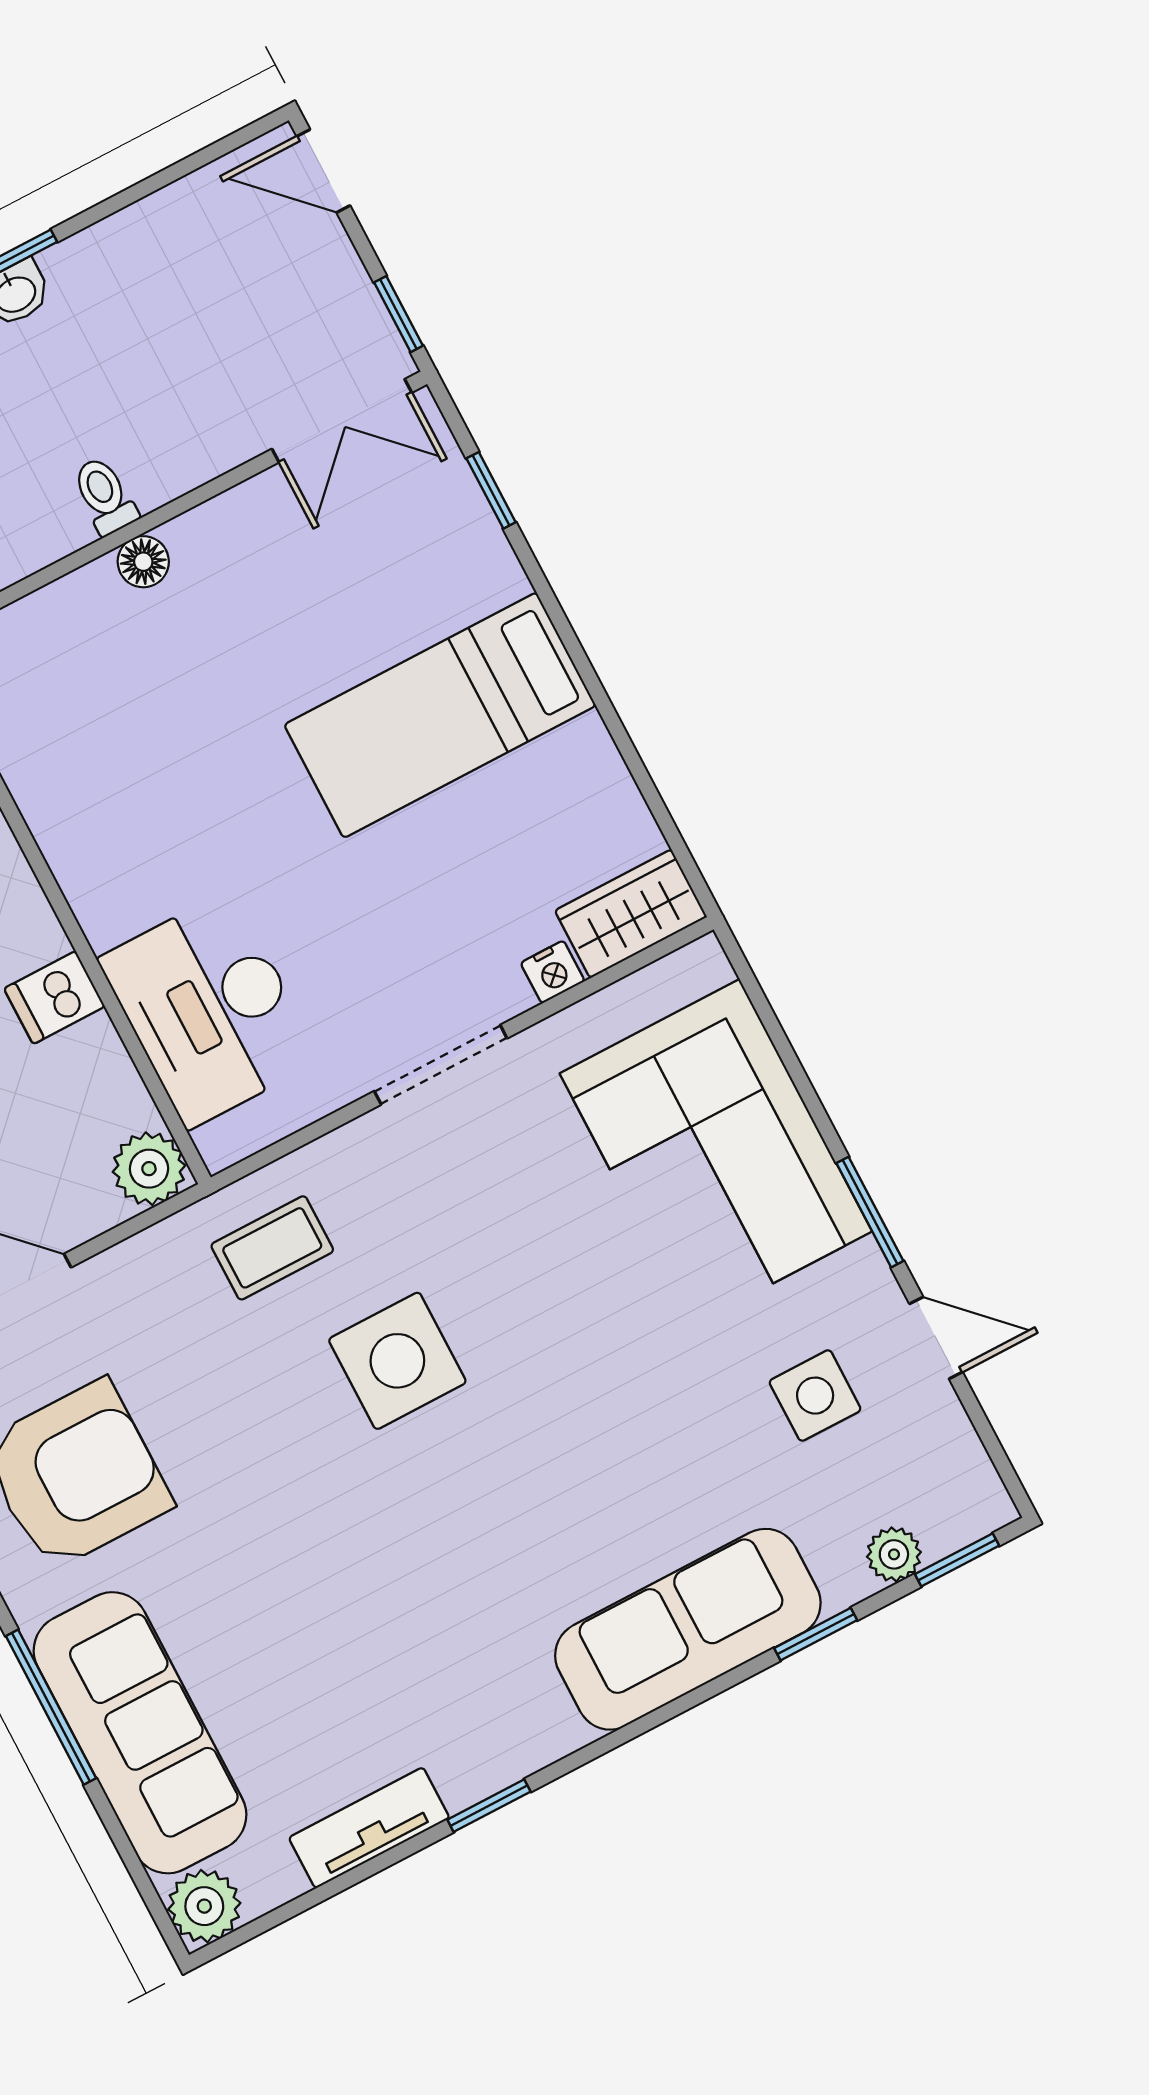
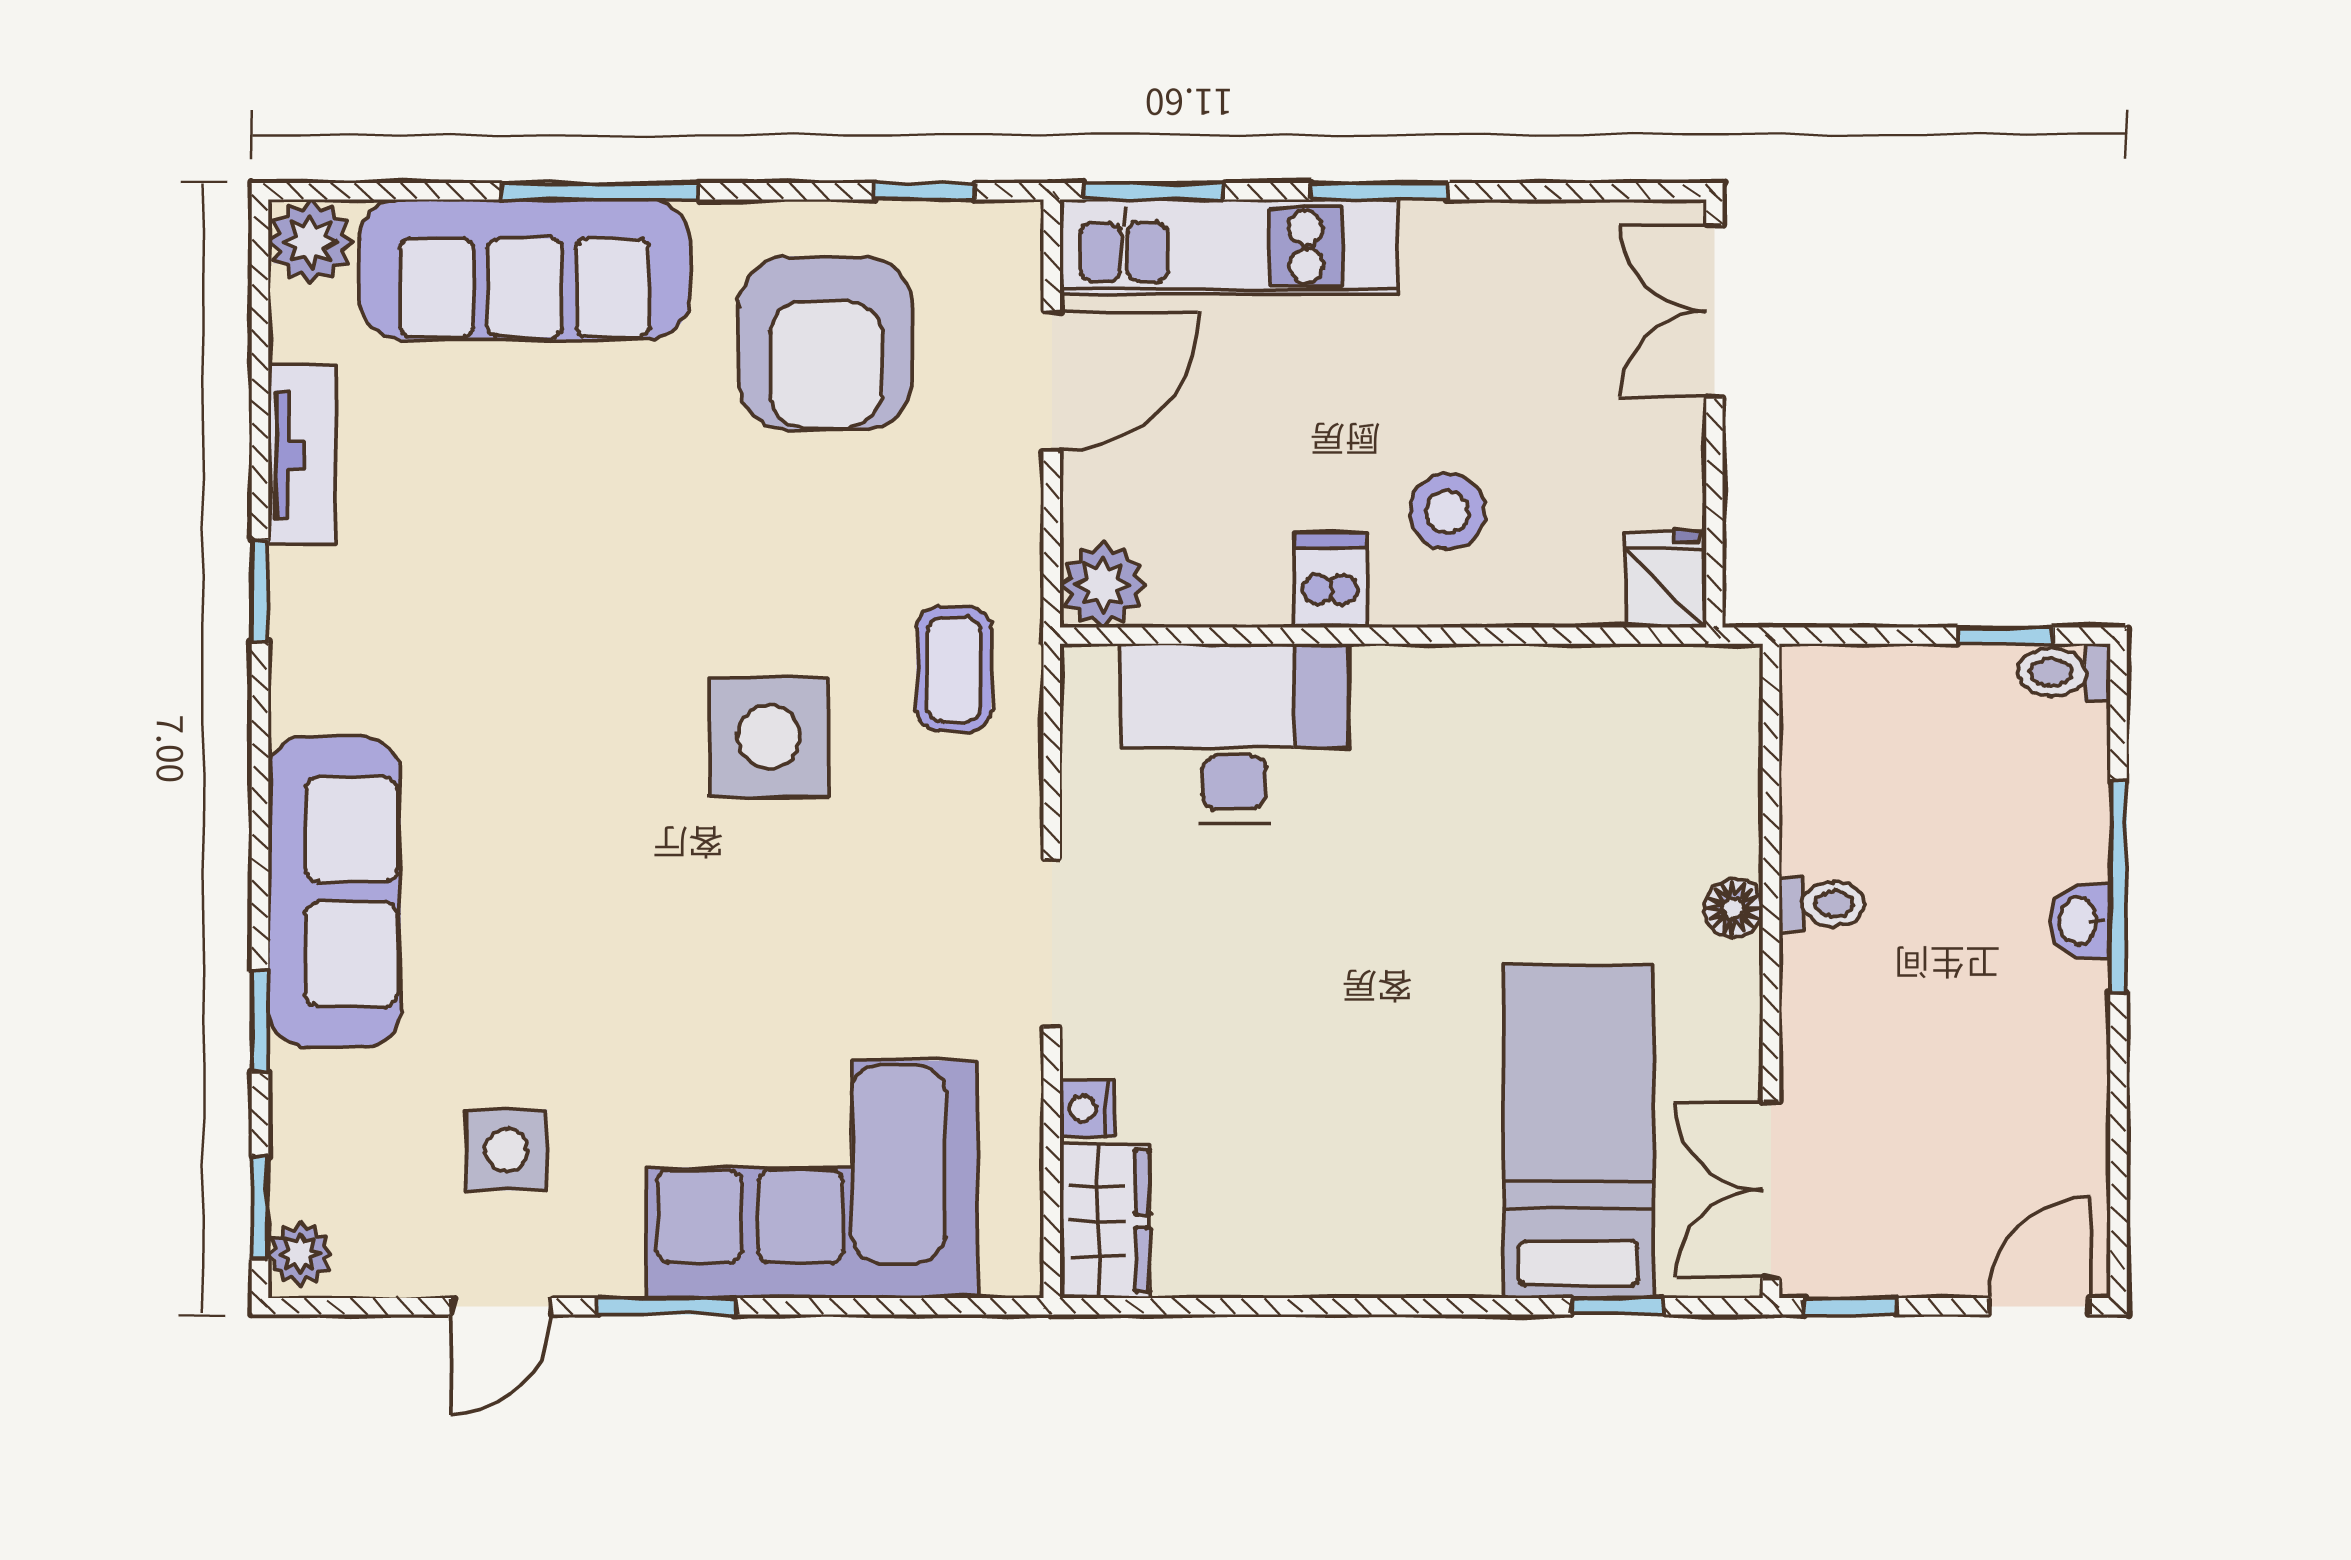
bed: (440, 715) -> (1578, 1132), moved
plant: (894, 1554) -> (300, 1254), moved

